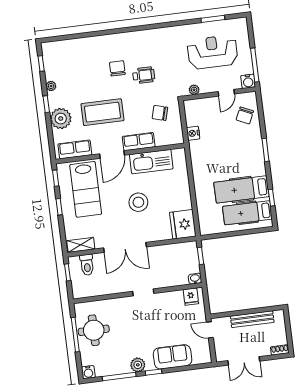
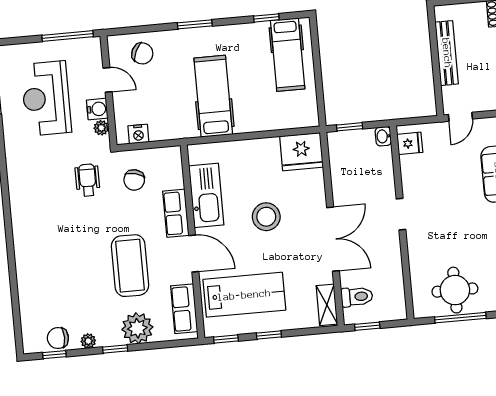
chair: (117, 68) -> (58, 338), moved
wheelchair: (144, 75) -> (88, 180), moved
water cooler: (248, 81) -> (97, 109), moved
nightstand: (193, 133) -> (138, 134), moved
hospital bed: (242, 189) -> (213, 96), moved, turned 180

